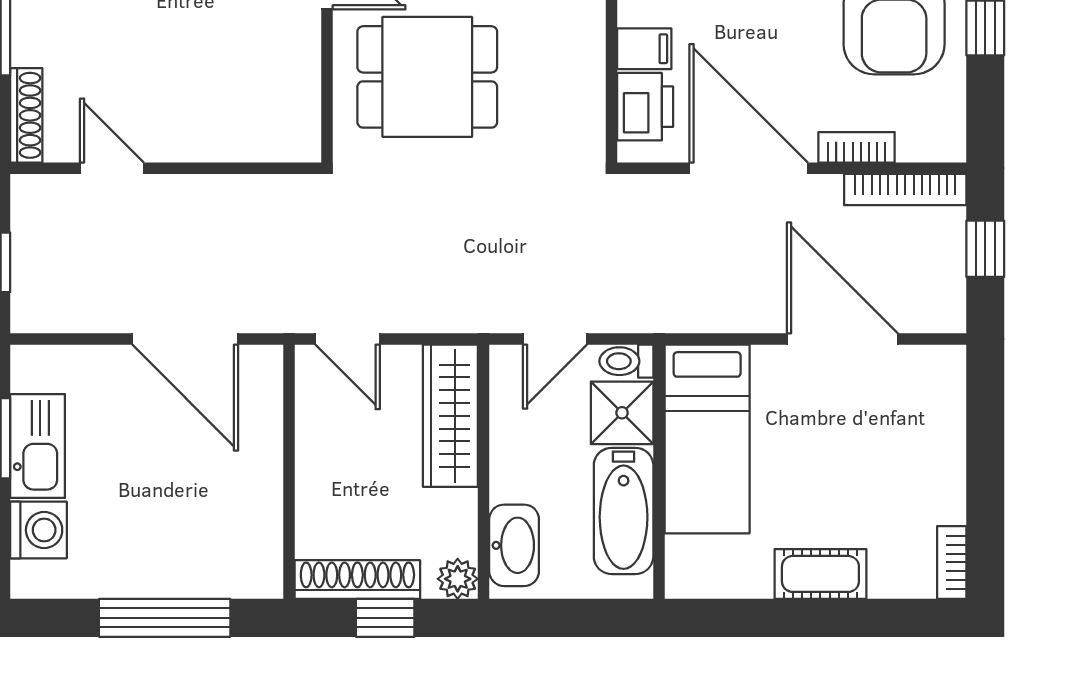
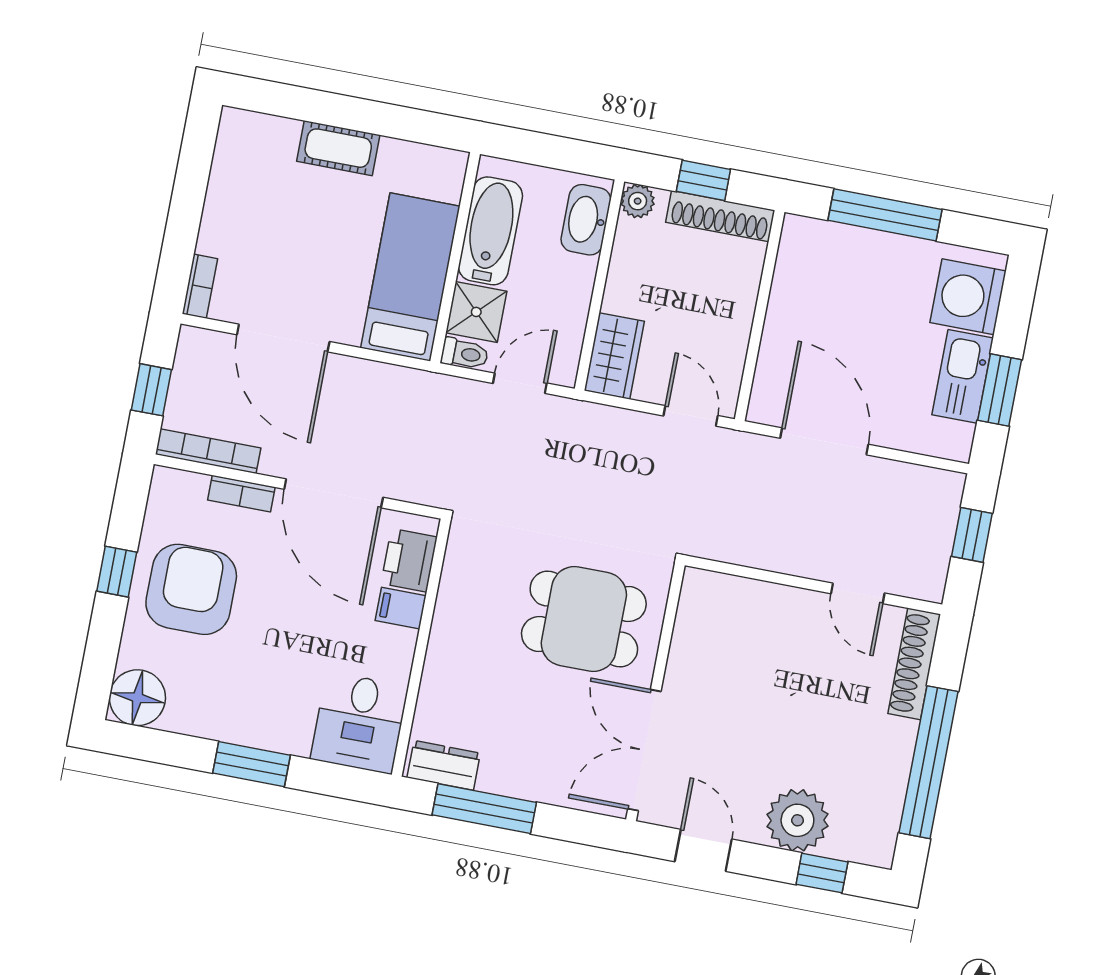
shoe rack: (26, 115) -> (914, 664), width x1.36, depth x1.24
wardrobe: (450, 416) -> (614, 356), width x0.67
washing machine: (38, 530) -> (968, 297), width x1.37, depth x1.37
bookcase: (952, 562) -> (200, 286), moved

